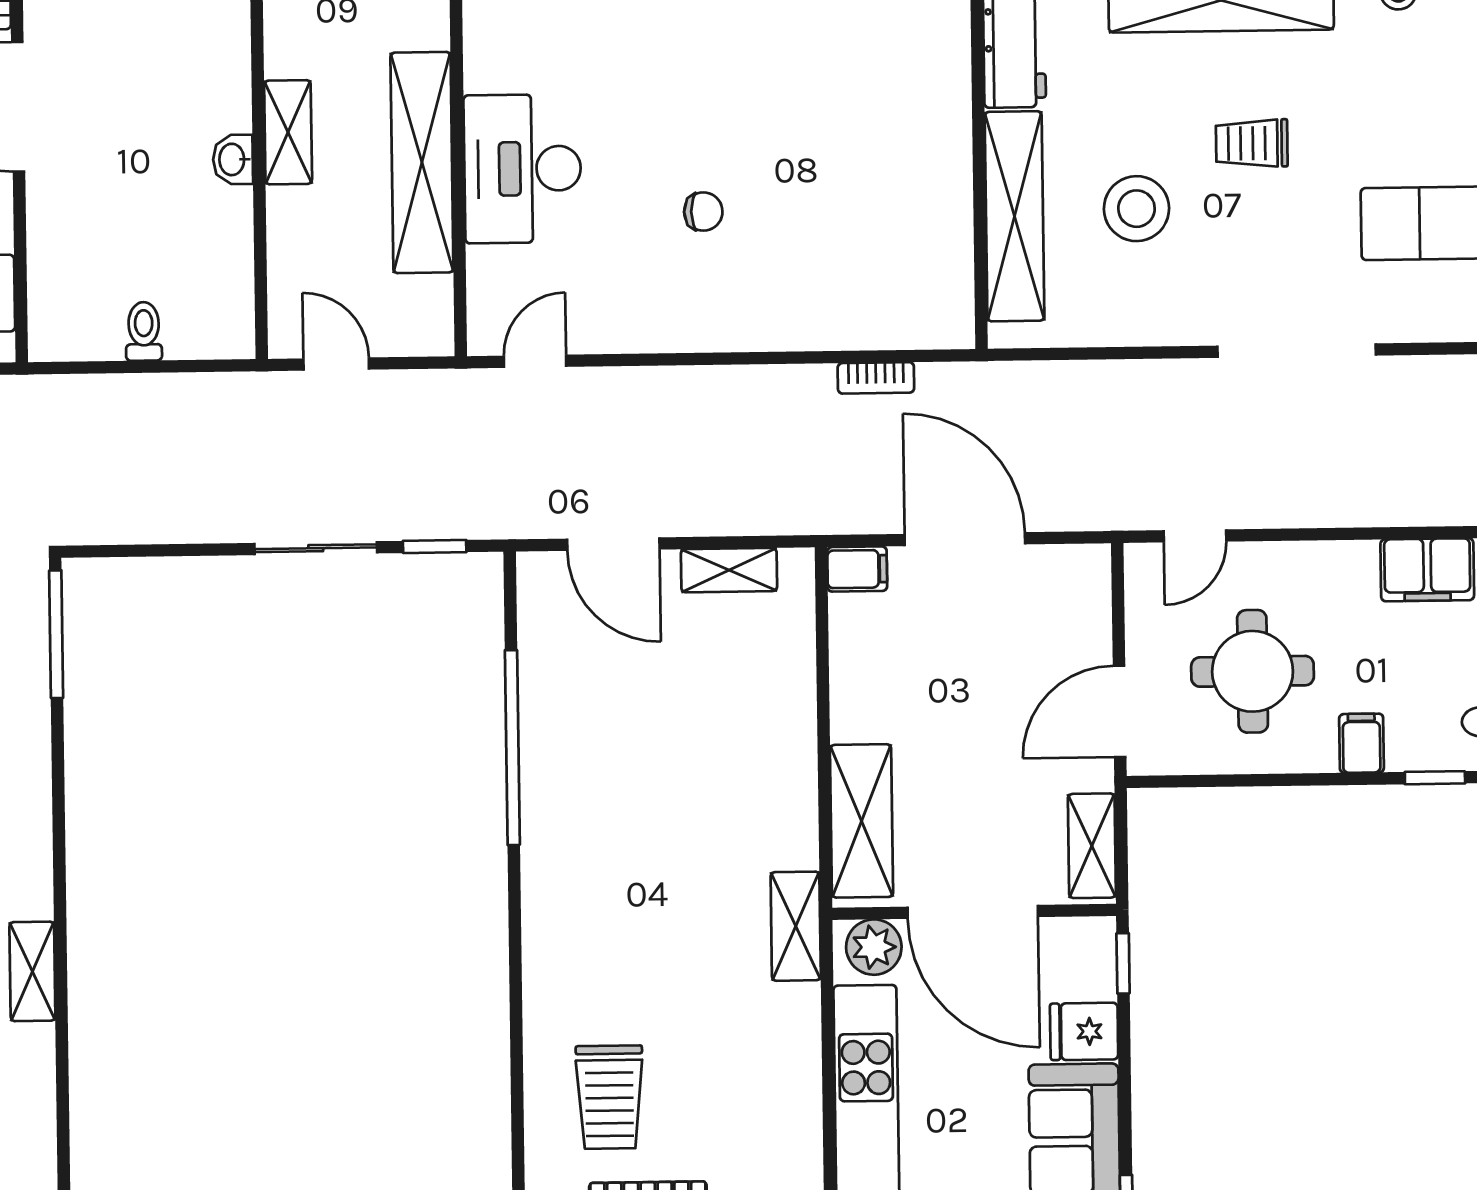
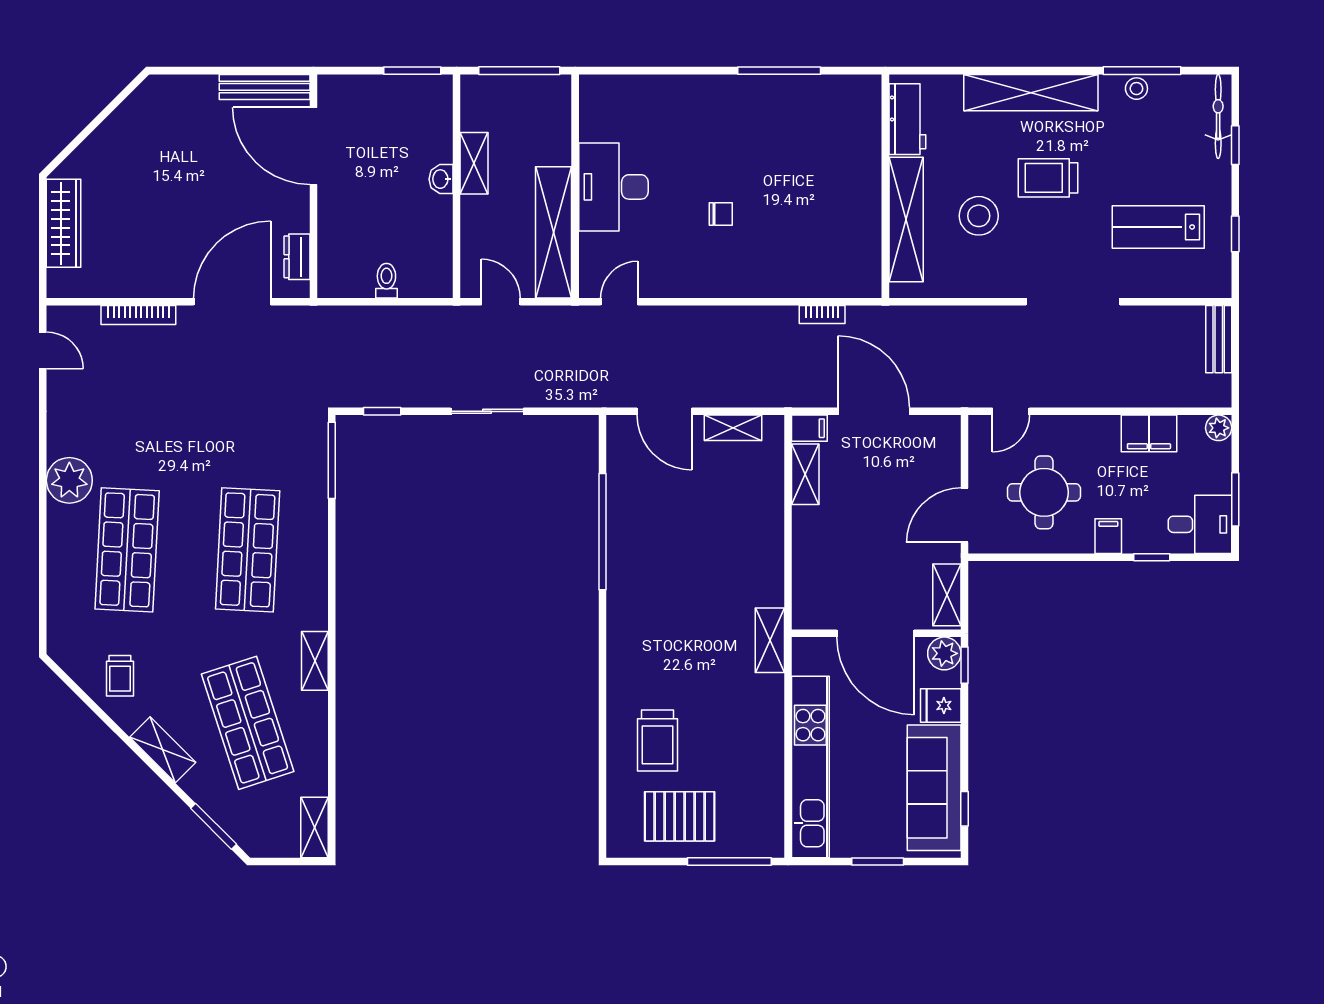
trolley: (1252, 143) -> (1048, 178), width x1.36, depth x1.39
shelving: (422, 163) -> (554, 232), moved
window: (435, 547) -> (382, 411), moved
shelving: (862, 821) -> (805, 474), moved, width x0.67, depth x0.75
plant: (874, 947) -> (944, 653), moved

